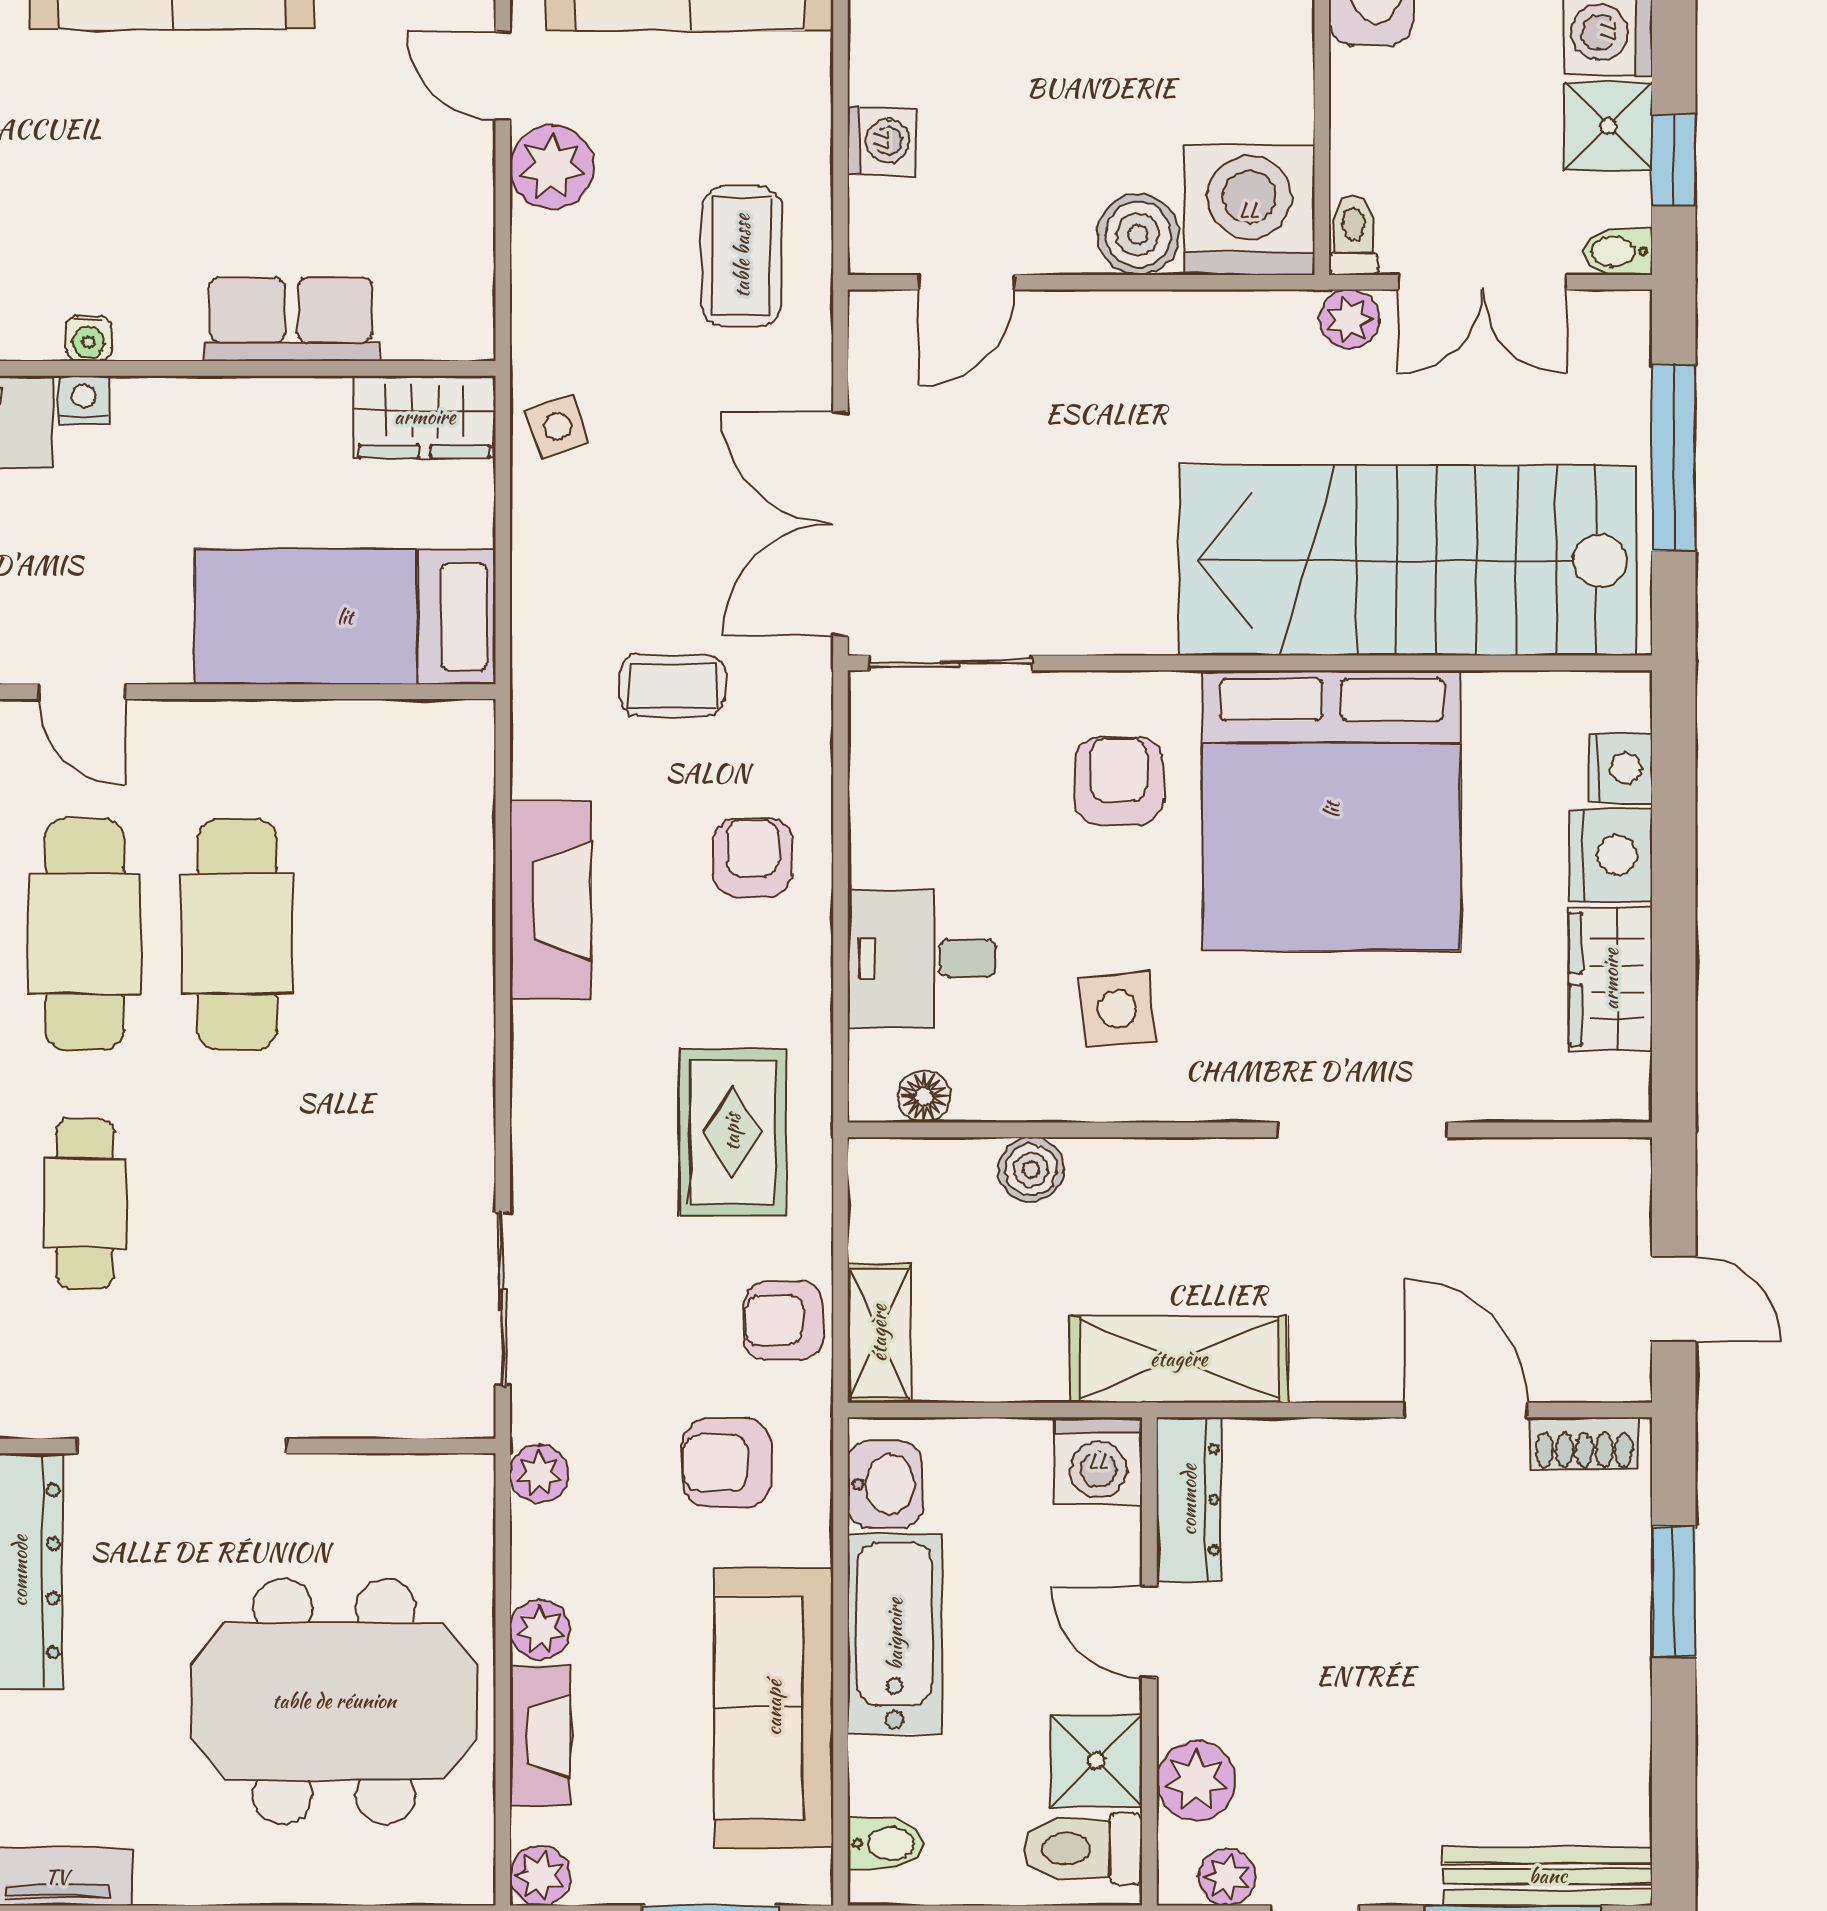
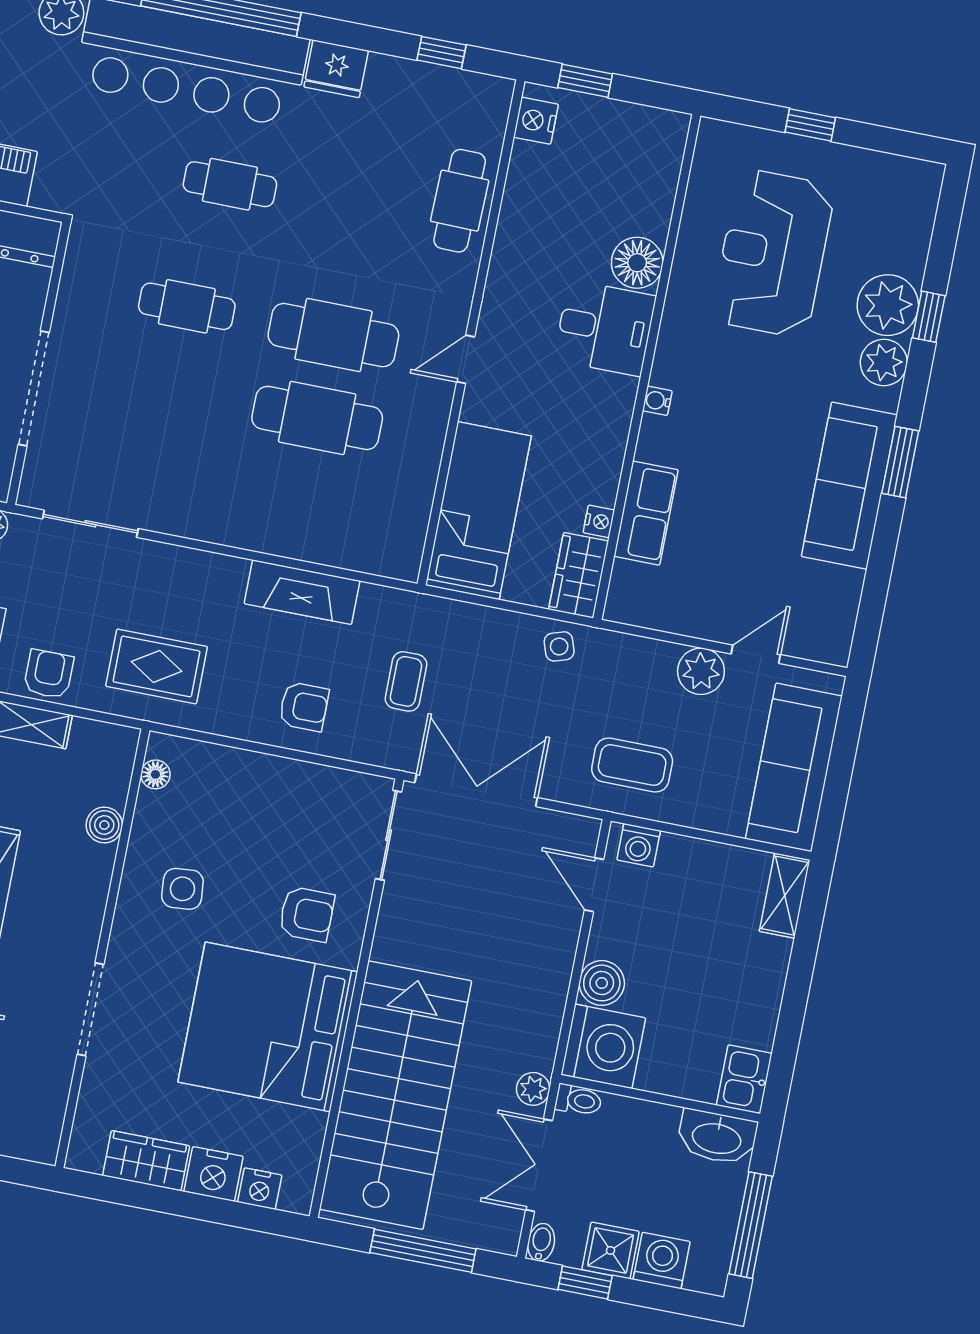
washing machine: (881, 141) -> (639, 845), moved
nightstand: (84, 400) -> (599, 521), moved
desk: (922, 958) -> (231, 788), removed
doorway: (182, 1446) -> (34, 388), moved

